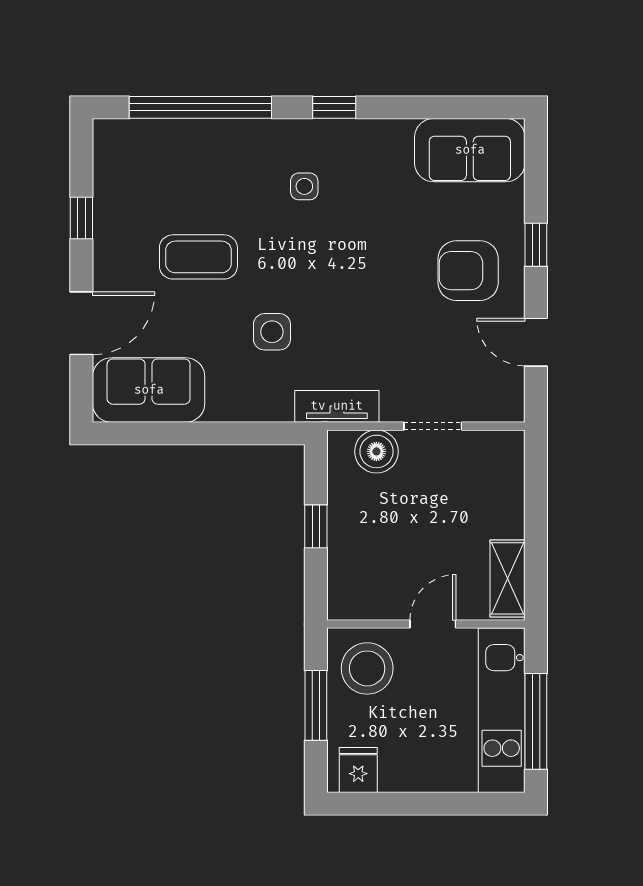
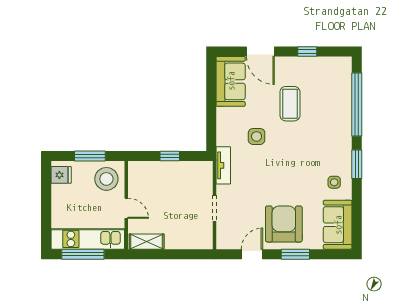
window: (334, 107) -> (357, 164), width x1.50
side table: (304, 186) -> (334, 182), moved
window: (536, 245) -> (295, 254), width x1.50
armchair: (468, 271) -> (284, 224), width x1.36, depth x1.36
boiler: (376, 451) -> (203, 183), removed

